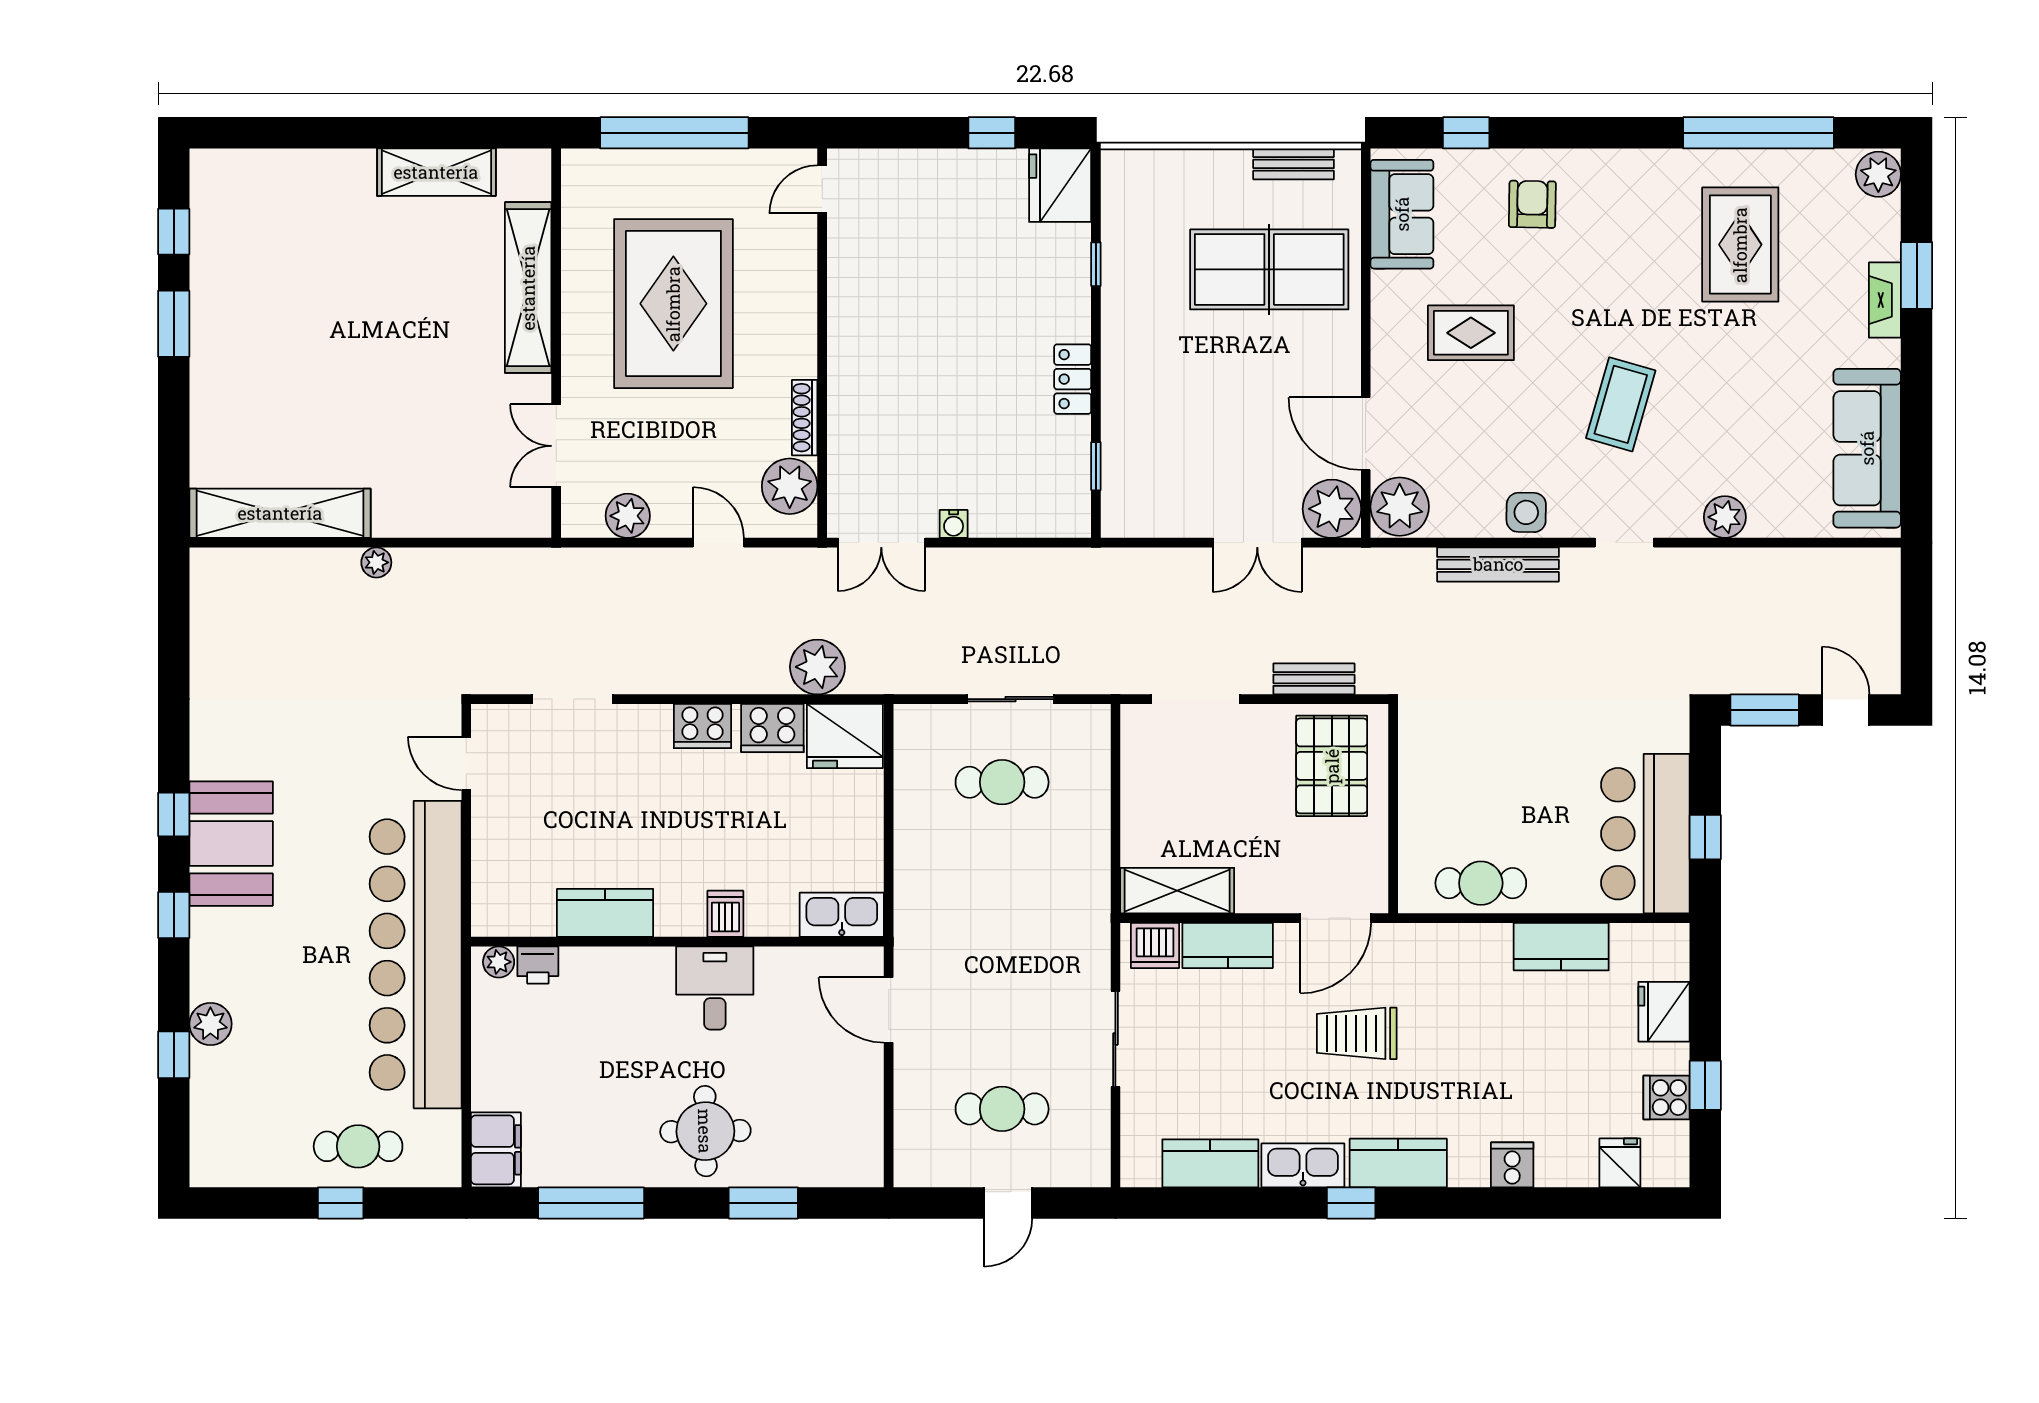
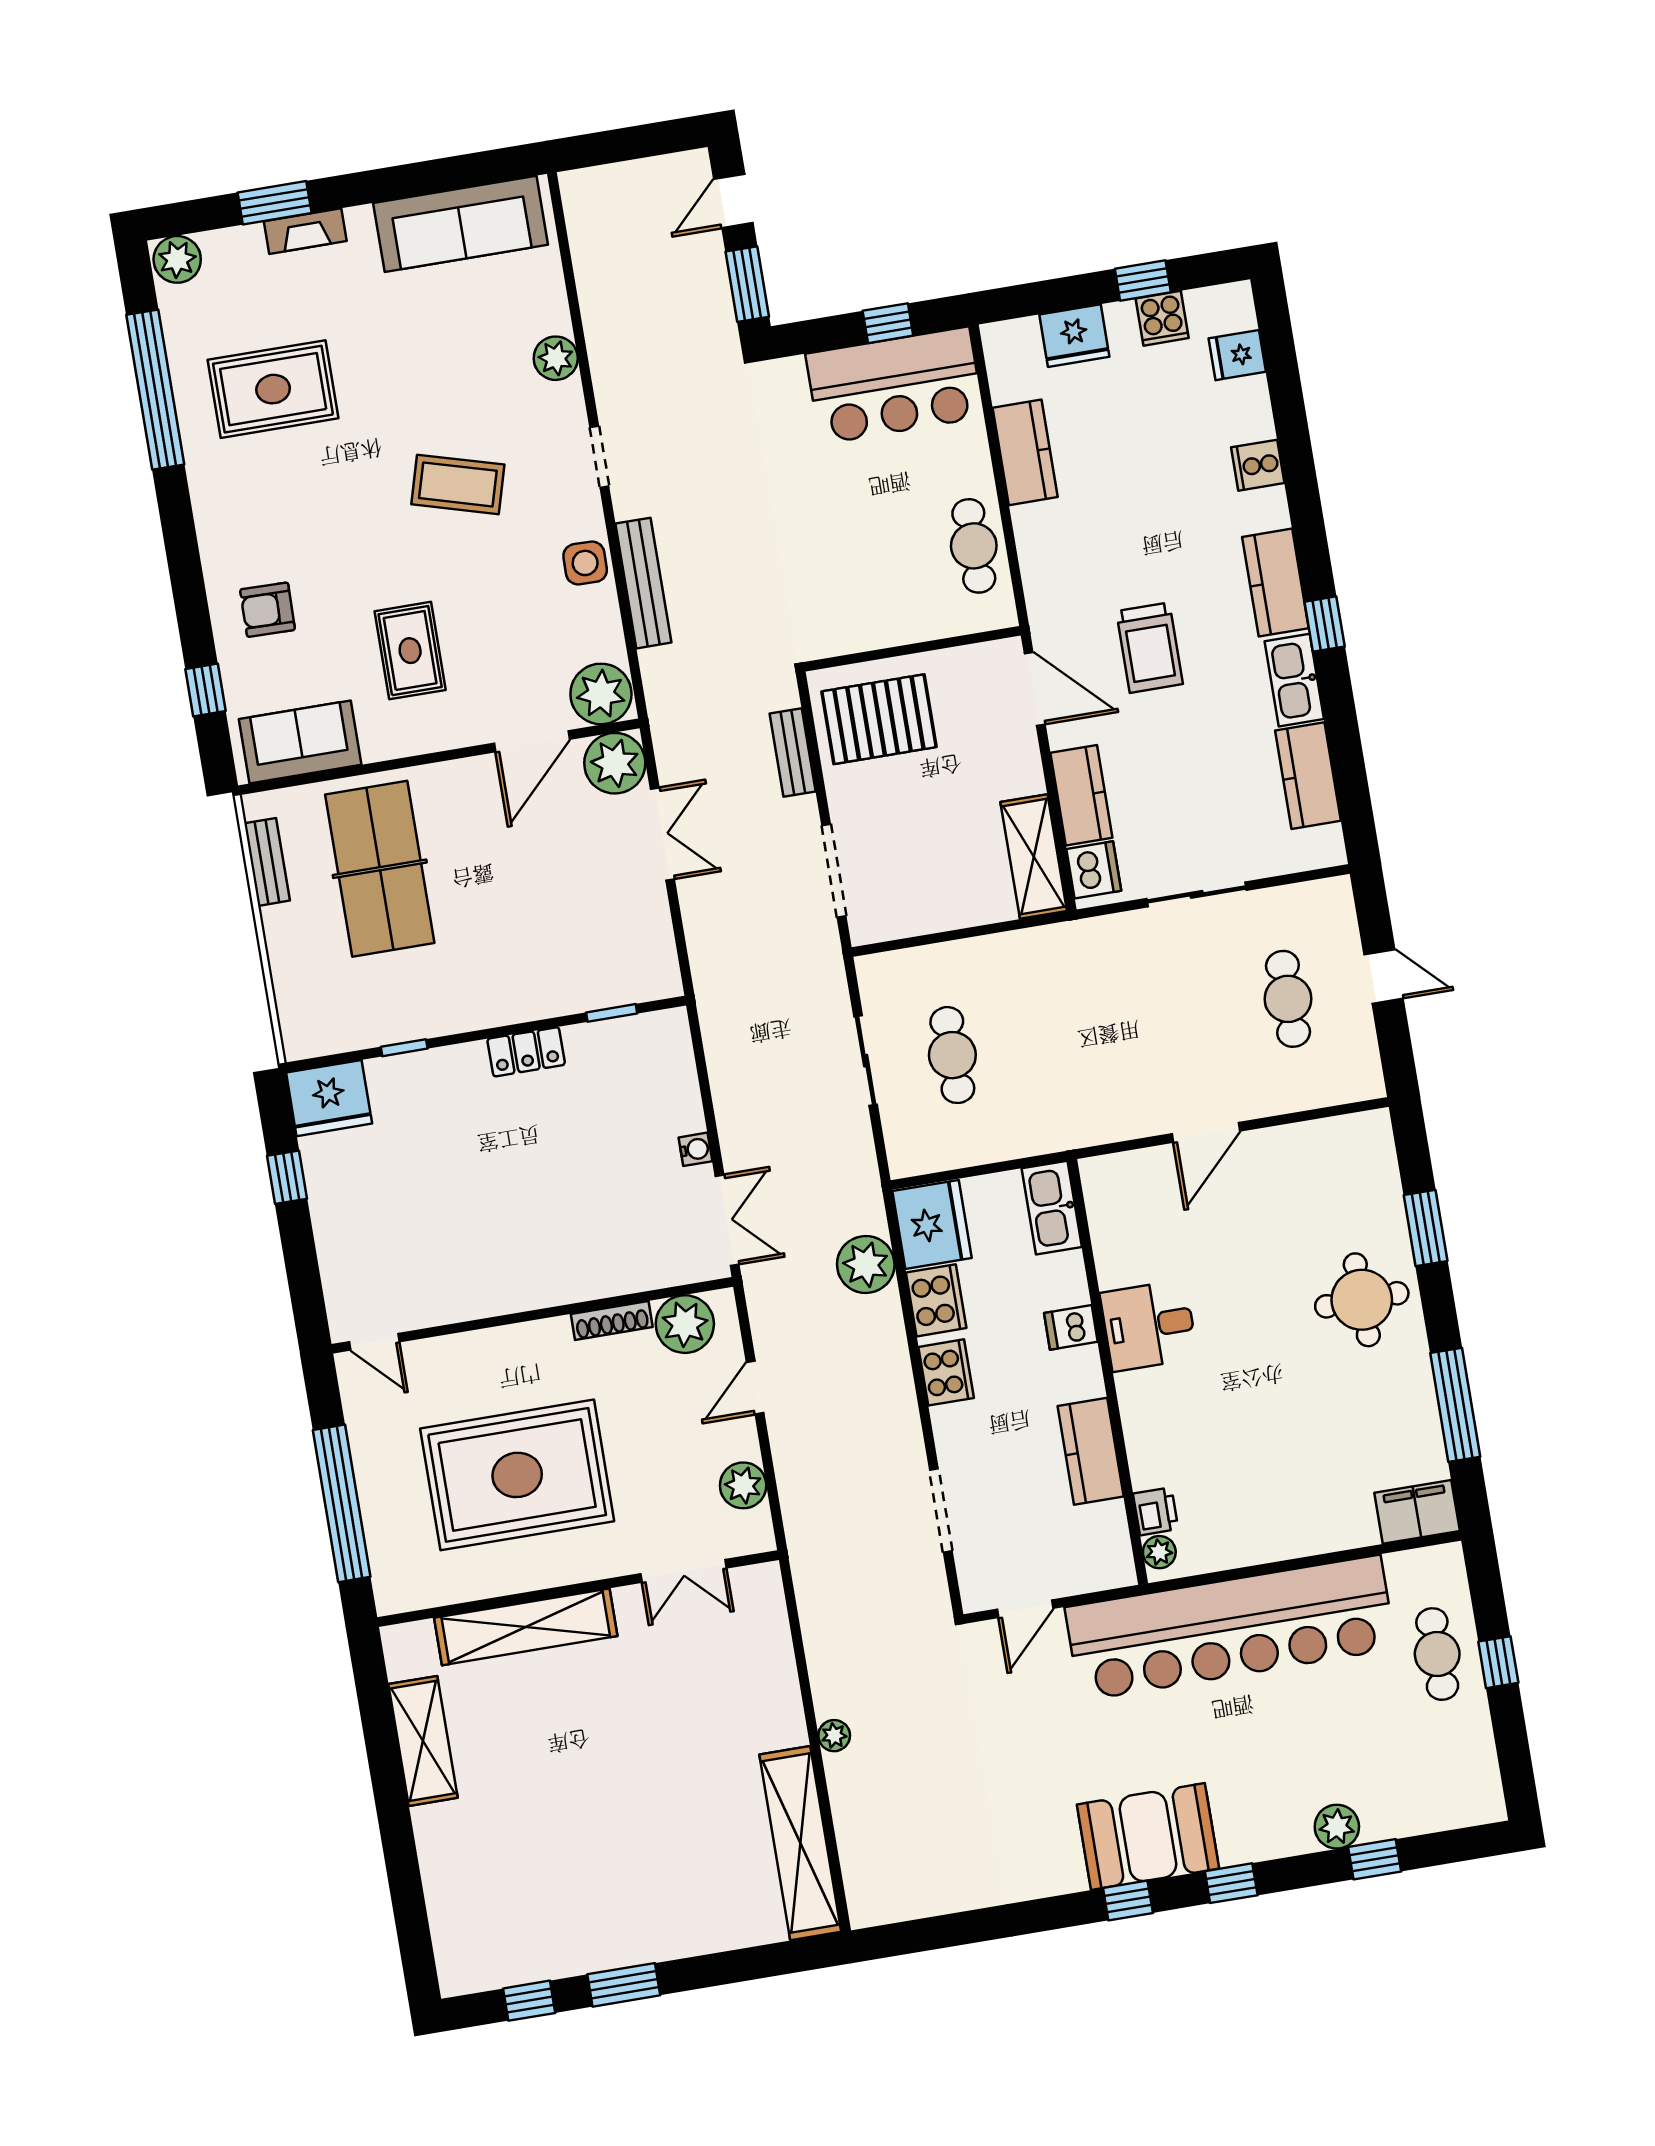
kitchen counter: (605, 913) -> (1091, 1451), moved
dishwasher: (725, 914) -> (1071, 1327), moved
kitchen sink: (842, 915) -> (1052, 1208), moved
wall: (677, 942) -> (1108, 1372), moved
plant: (499, 962) -> (1159, 1552), moved
printer: (538, 965) -> (1156, 1511), moved
desk: (715, 988) -> (1149, 1325), moved

